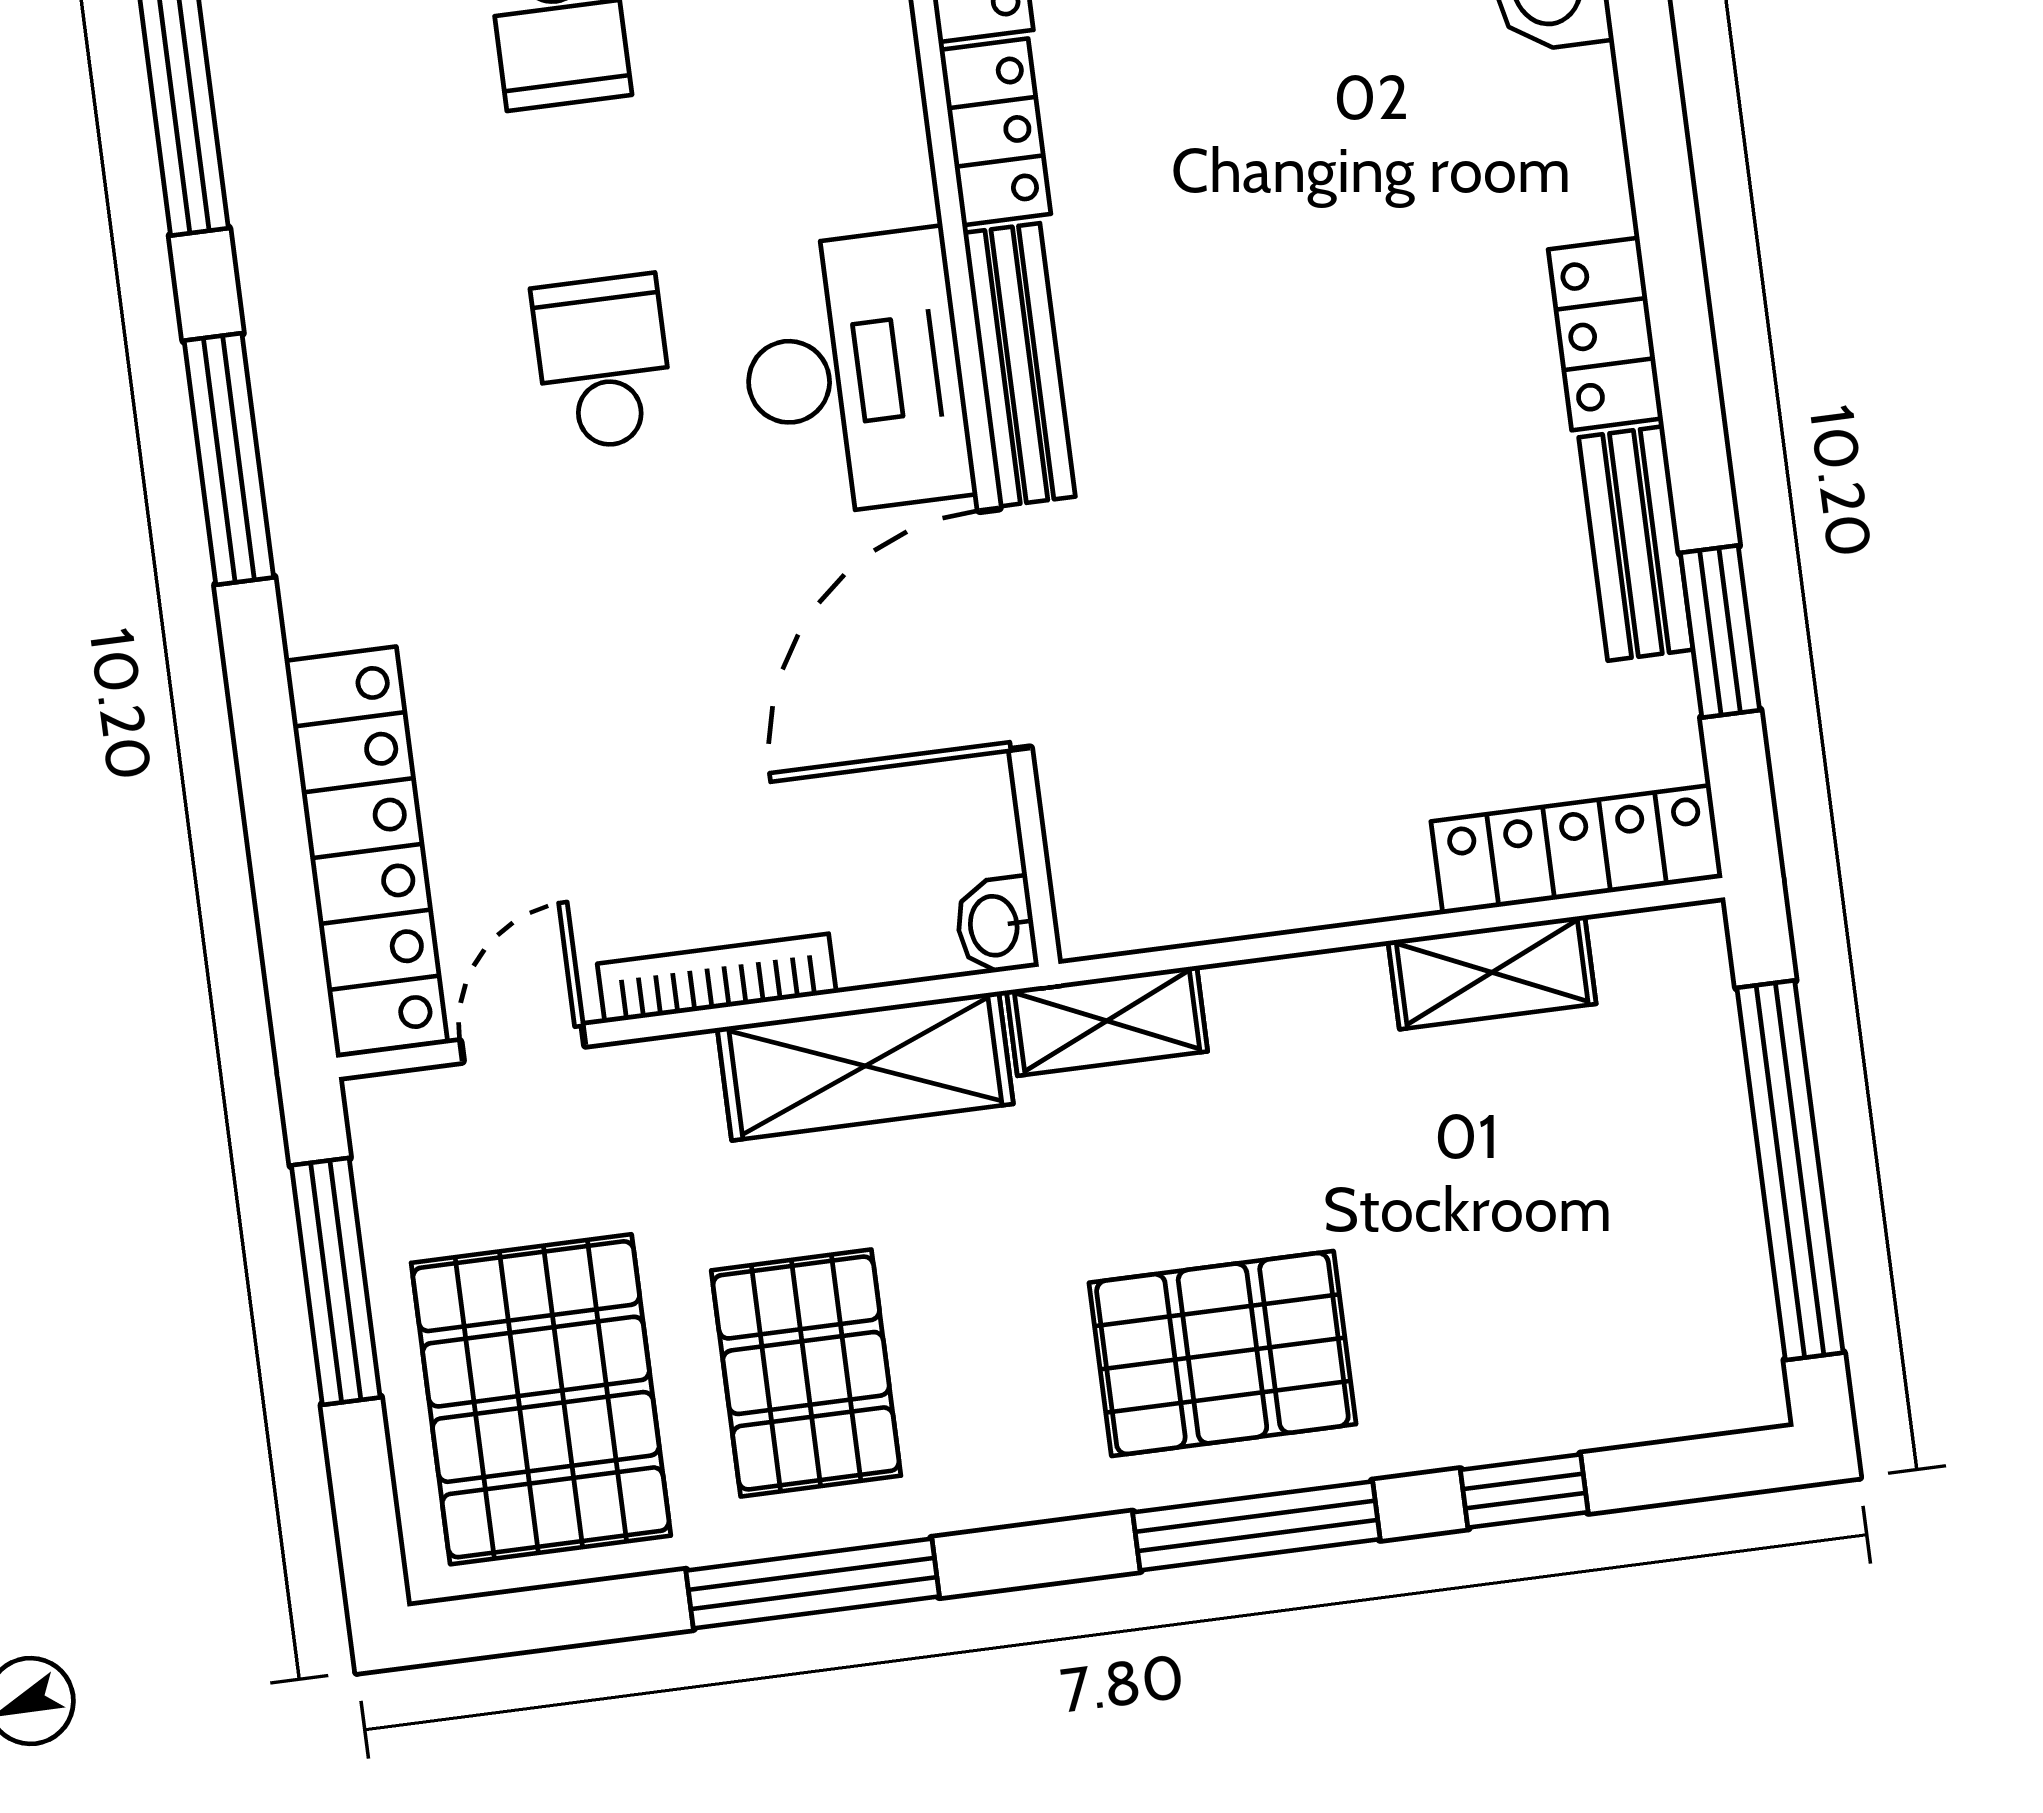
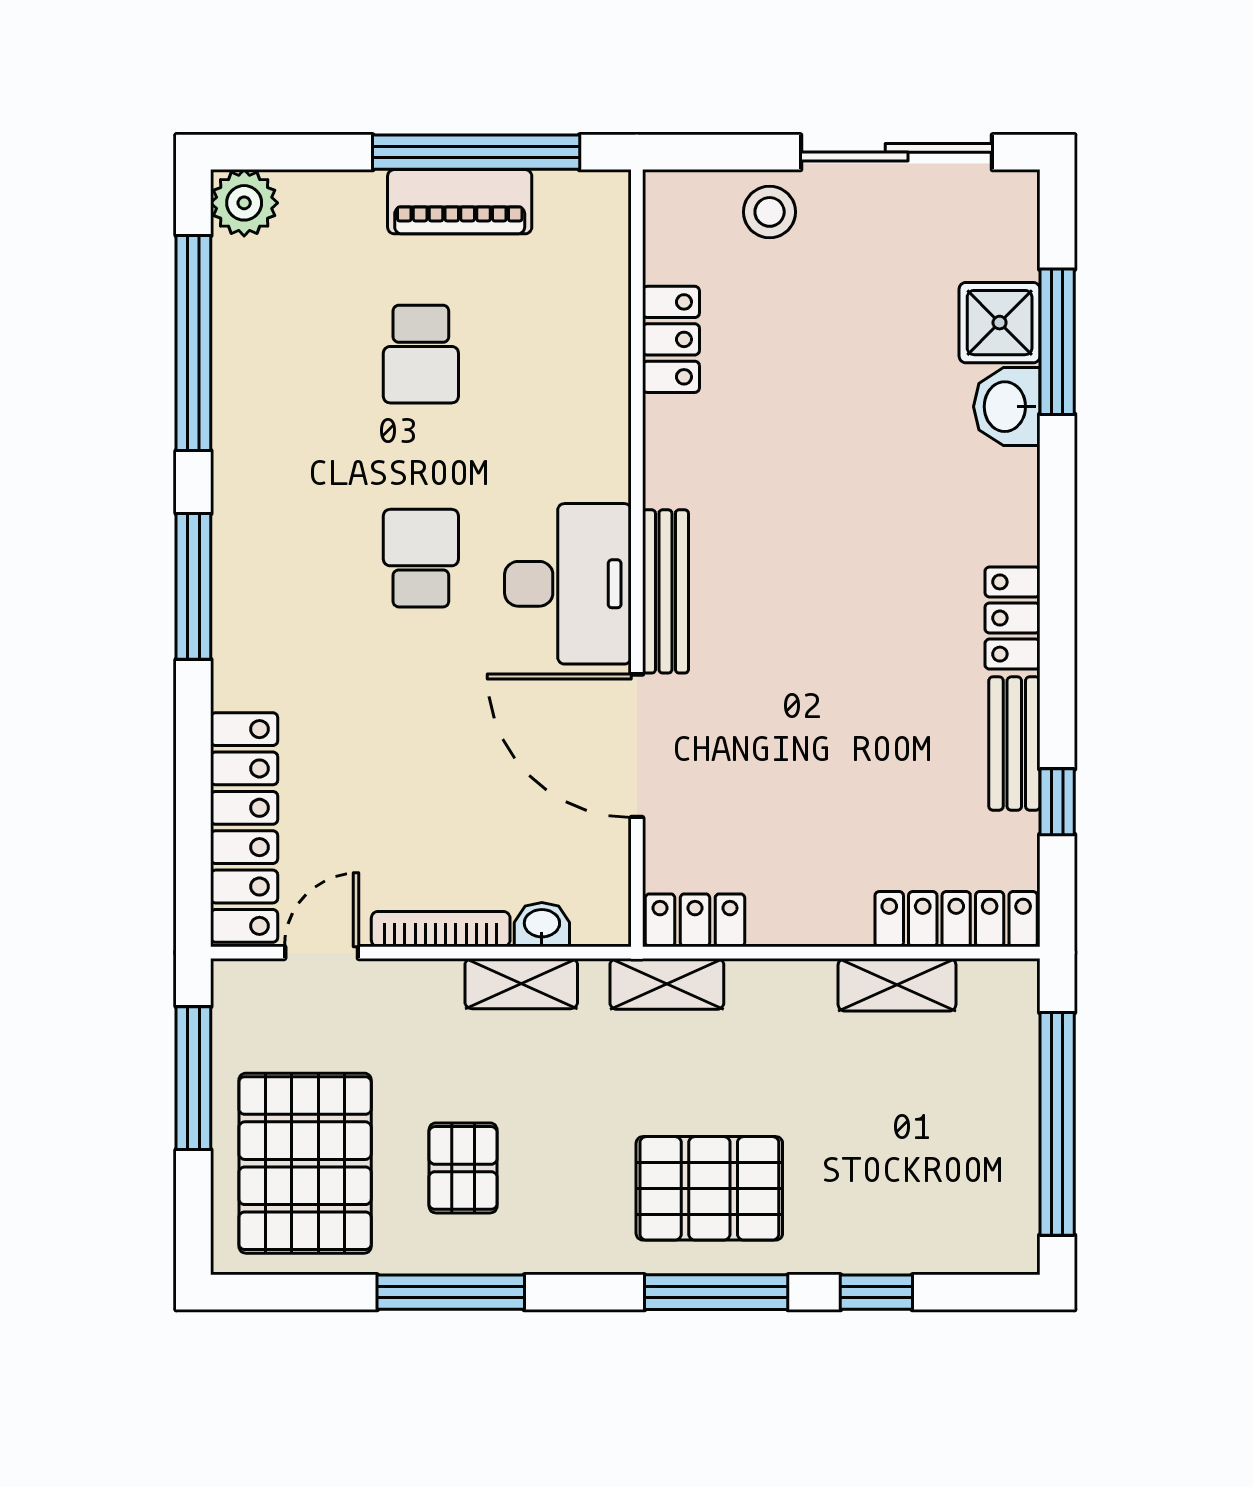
locker: (995, 132) -> (695, 920), moved, turned -90
door: (1005, 629) -> (637, 746), hinge flipped
window: (1720, 632) -> (1057, 802), width x0.67
washbasin: (996, 925) -> (542, 925), moved, turned 90
shelving: (865, 1066) -> (521, 984), width x0.67, depth x0.75
pallet: (806, 1373) -> (463, 1168), width x0.67, depth x0.71

